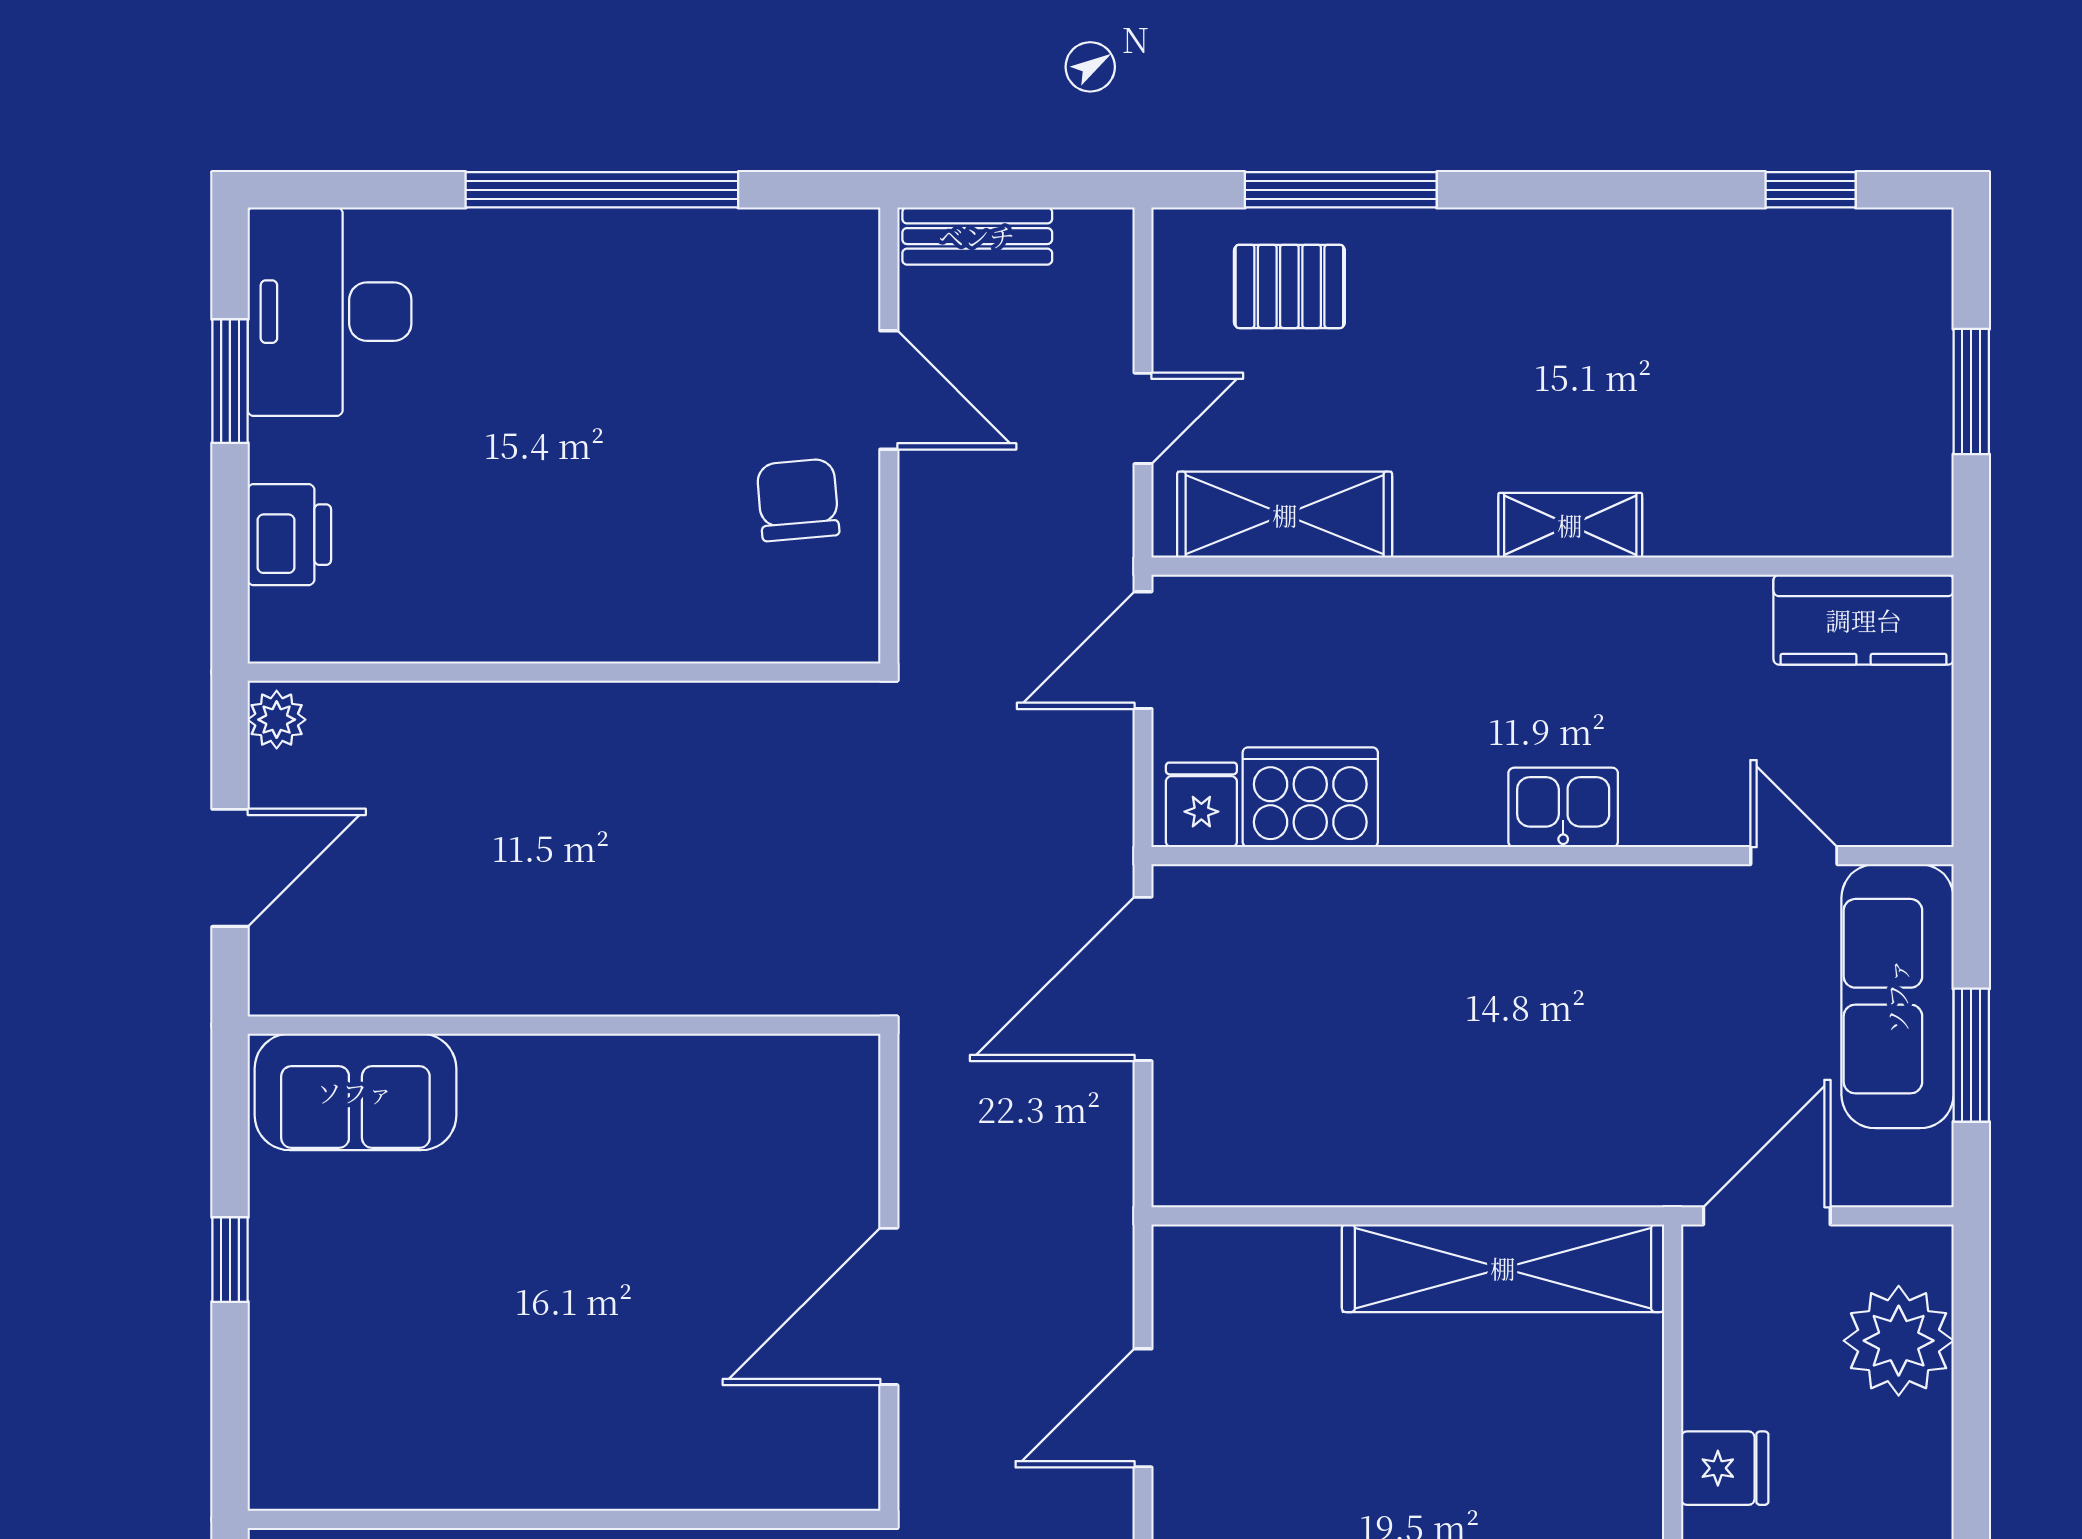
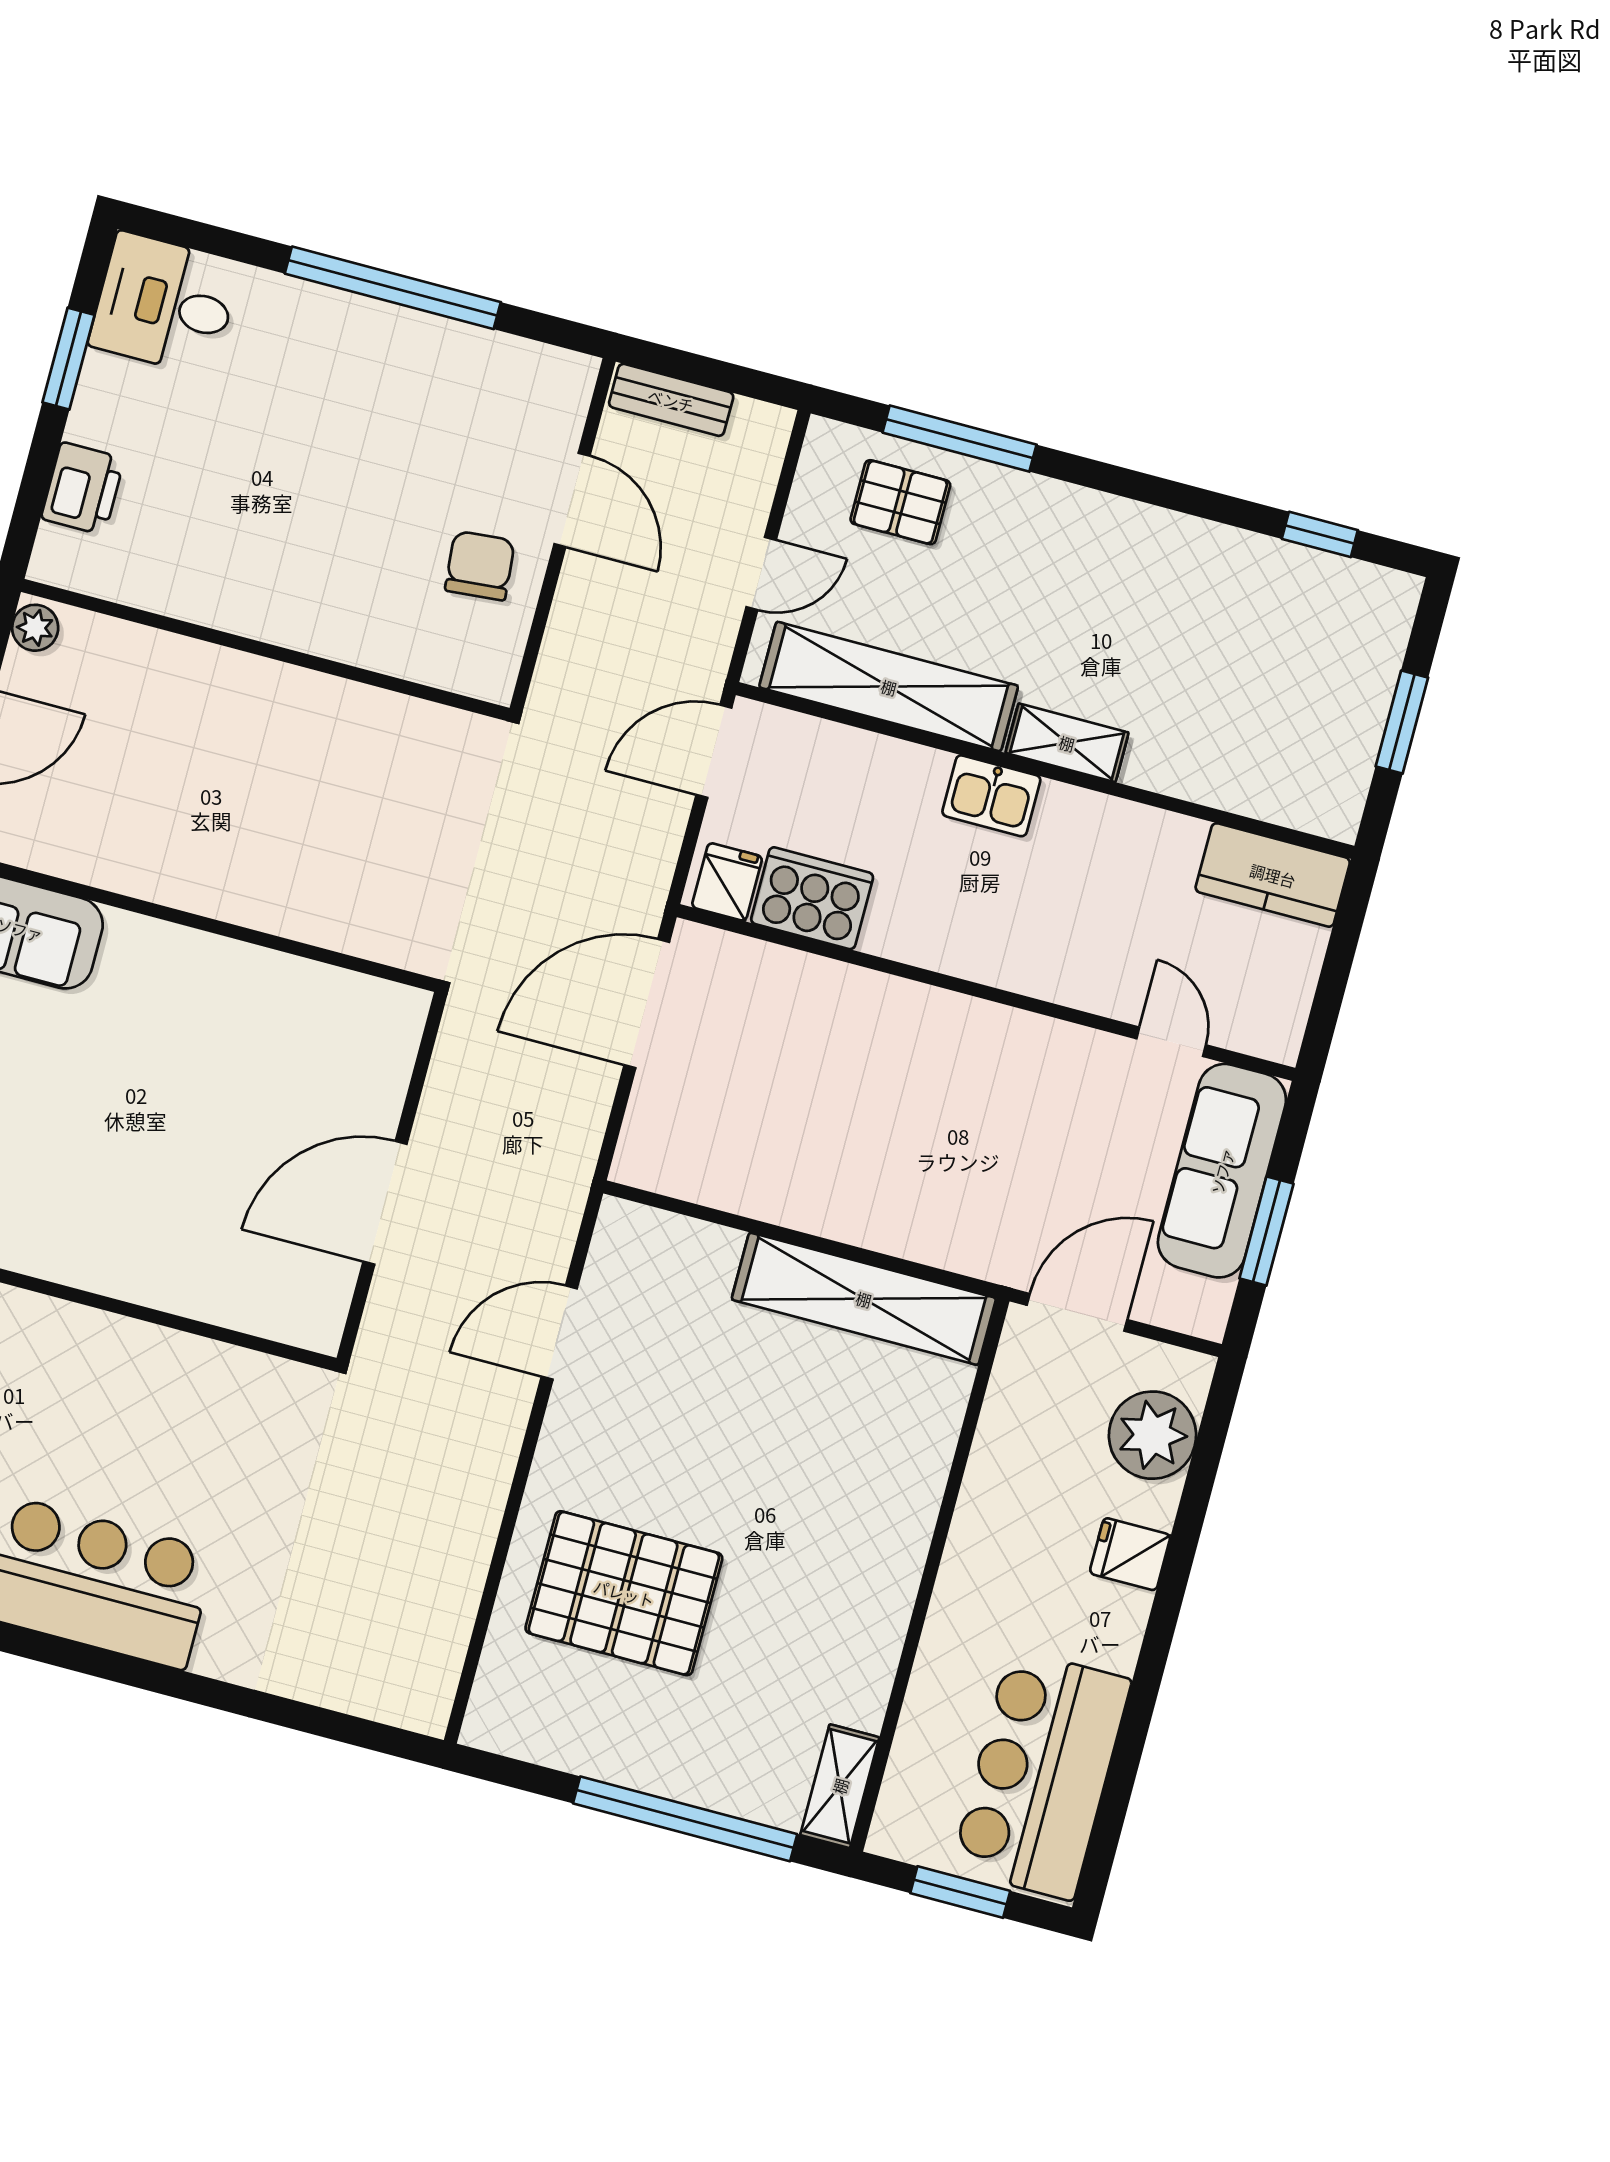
desk: (330, 312) -> (165, 304), width x0.73
shelving: (1285, 515) -> (889, 687), width x1.47
kitchen sink: (1563, 807) -> (991, 796), moved, turned 180
fridge: (1725, 1468) -> (1130, 1554), moved, turned 180

